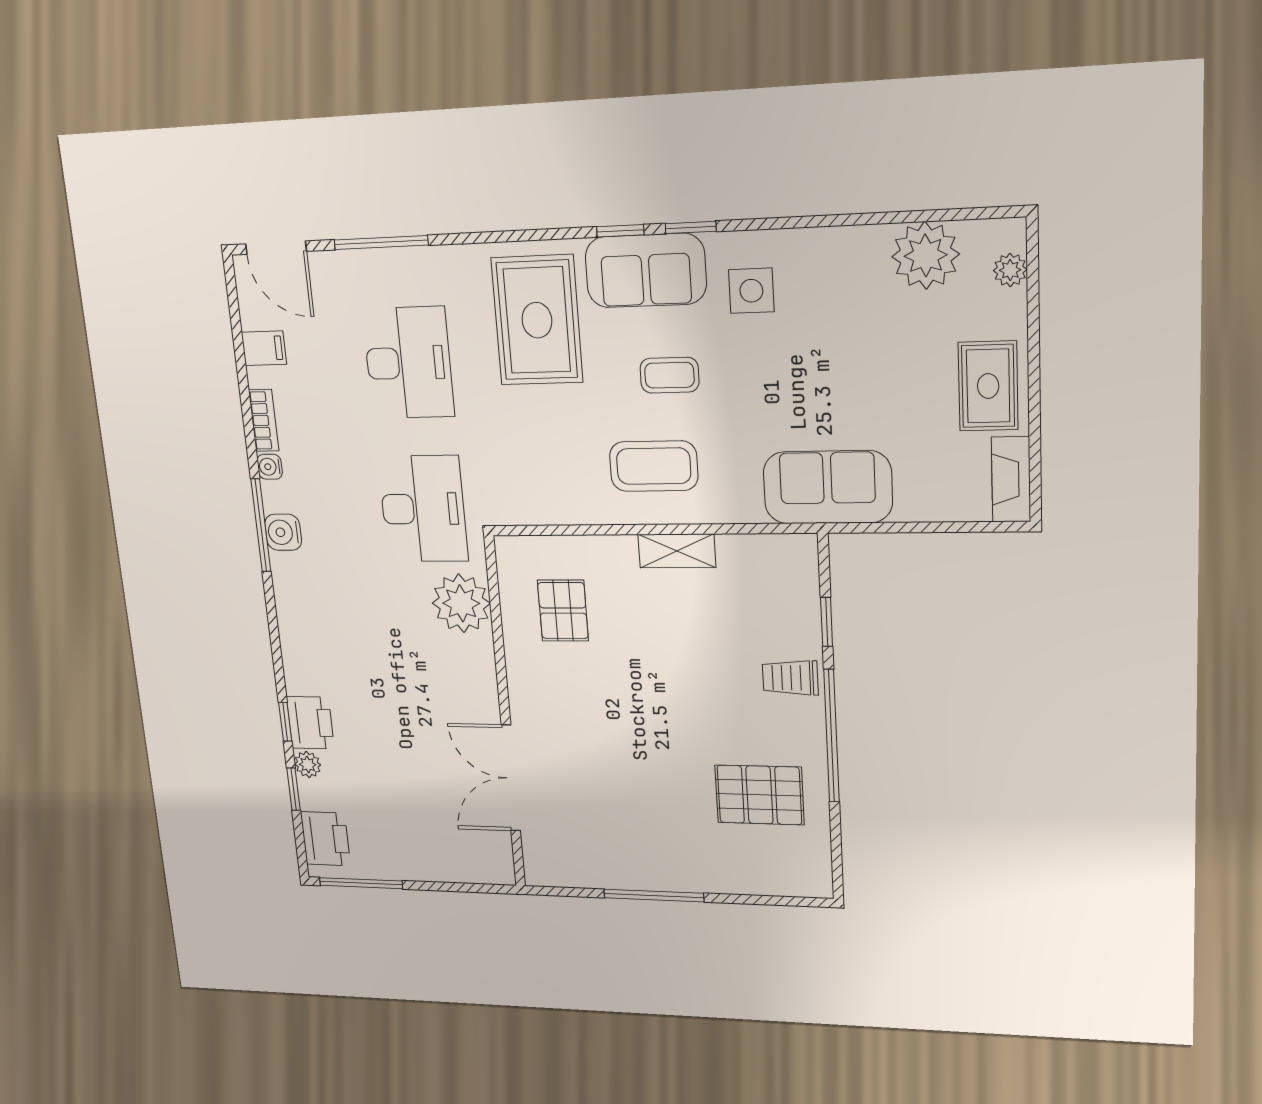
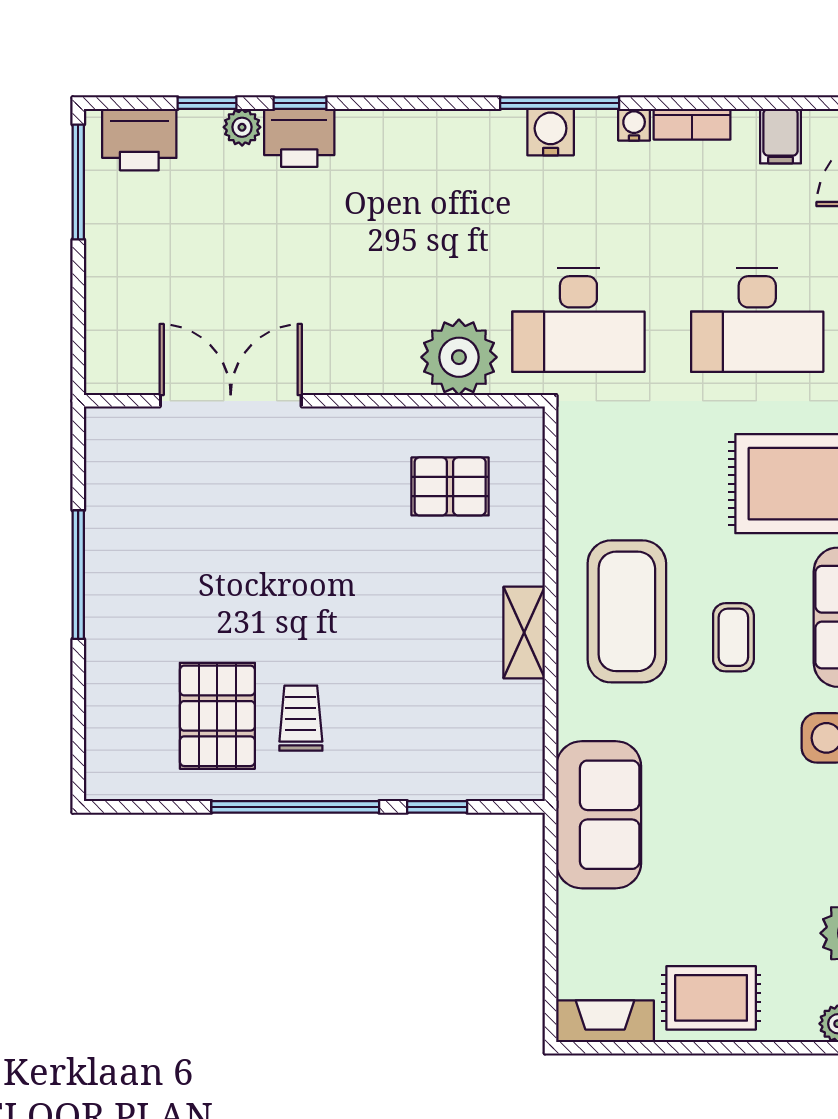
coffee table: (654, 466) -> (627, 611), width x1.36, depth x1.32
trolley: (790, 678) -> (301, 718), moved

